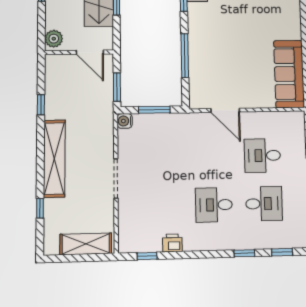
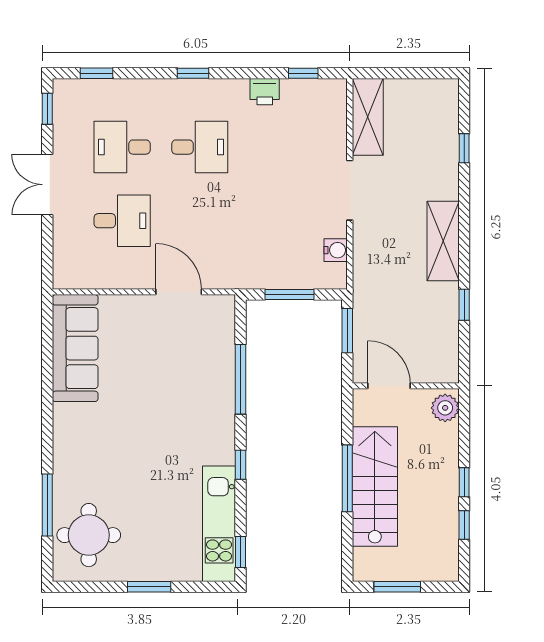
water cooler: (125, 121) -> (336, 250), moved
shelving: (54, 158) -> (443, 241), width x0.68
shelving: (86, 244) -> (368, 117), moved, turned 90
window: (244, 253) -> (193, 73), moved

